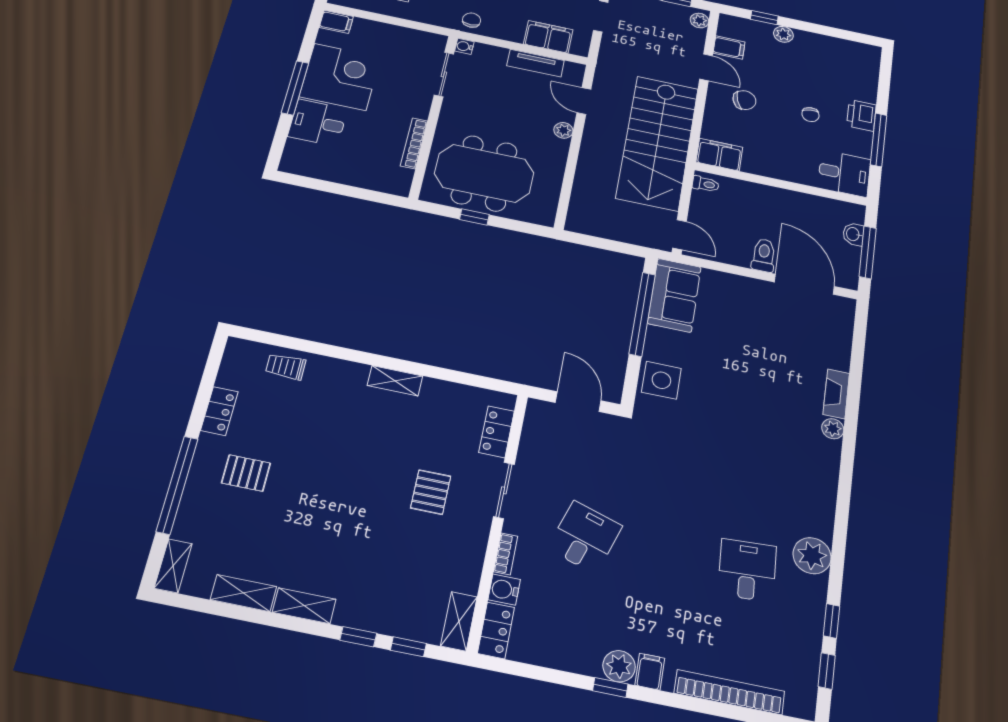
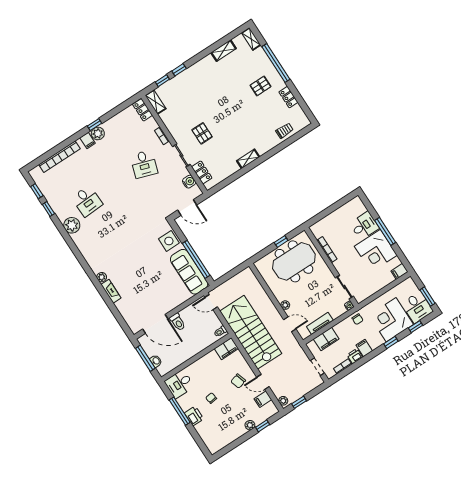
sofa: (674, 295) -> (189, 272), width x1.36
water cooler: (504, 590) -> (189, 182), moved
shelving: (304, 606) -> (203, 64), removed

